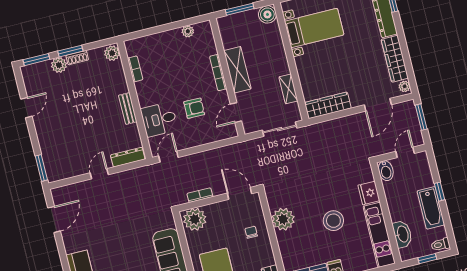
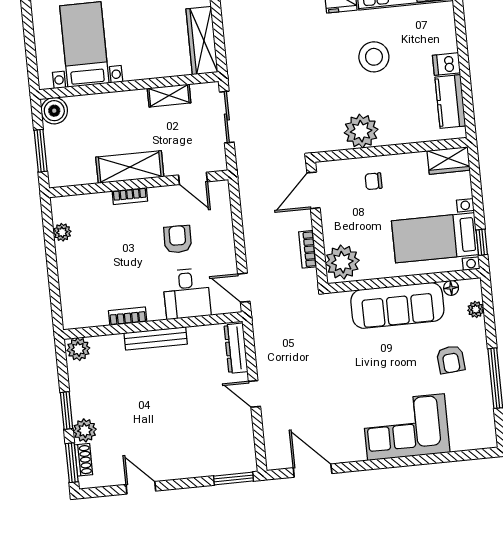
shoe rack: (77, 58) -> (84, 460), moved
bookcase: (135, 69) -> (128, 316), moved
bookcase: (218, 73) -> (130, 196), width x0.64
bench: (128, 109) -> (156, 338), width x1.36

